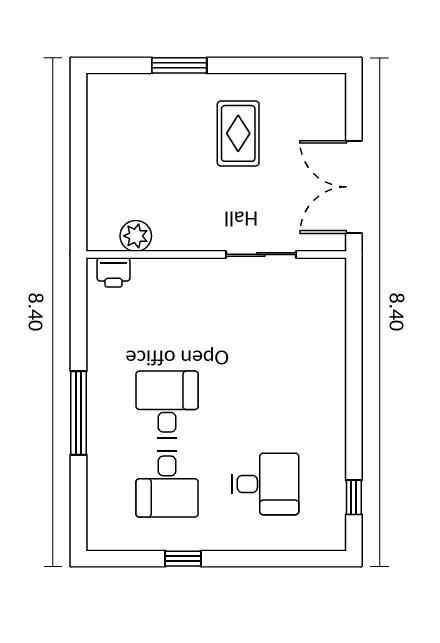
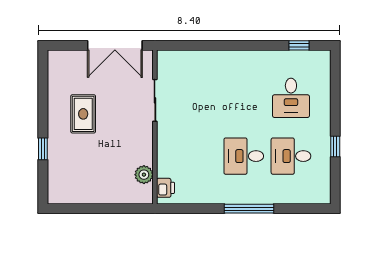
window: (179, 65) -> (43, 149), width x0.67
rug: (238, 133) -> (83, 114), turned 90
desk: (167, 484) -> (291, 156), turned 180
desk: (265, 484) -> (291, 98), turned 180

